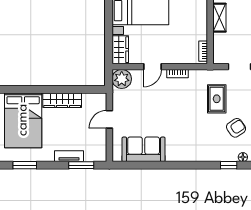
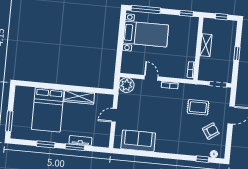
wardrobe: (120, 50) -> (127, 63), removed
door: (153, 67) -> (151, 78), swing flipped
rug: (217, 99) -> (198, 107), turned 90
window: (81, 165) -> (75, 147), moved

